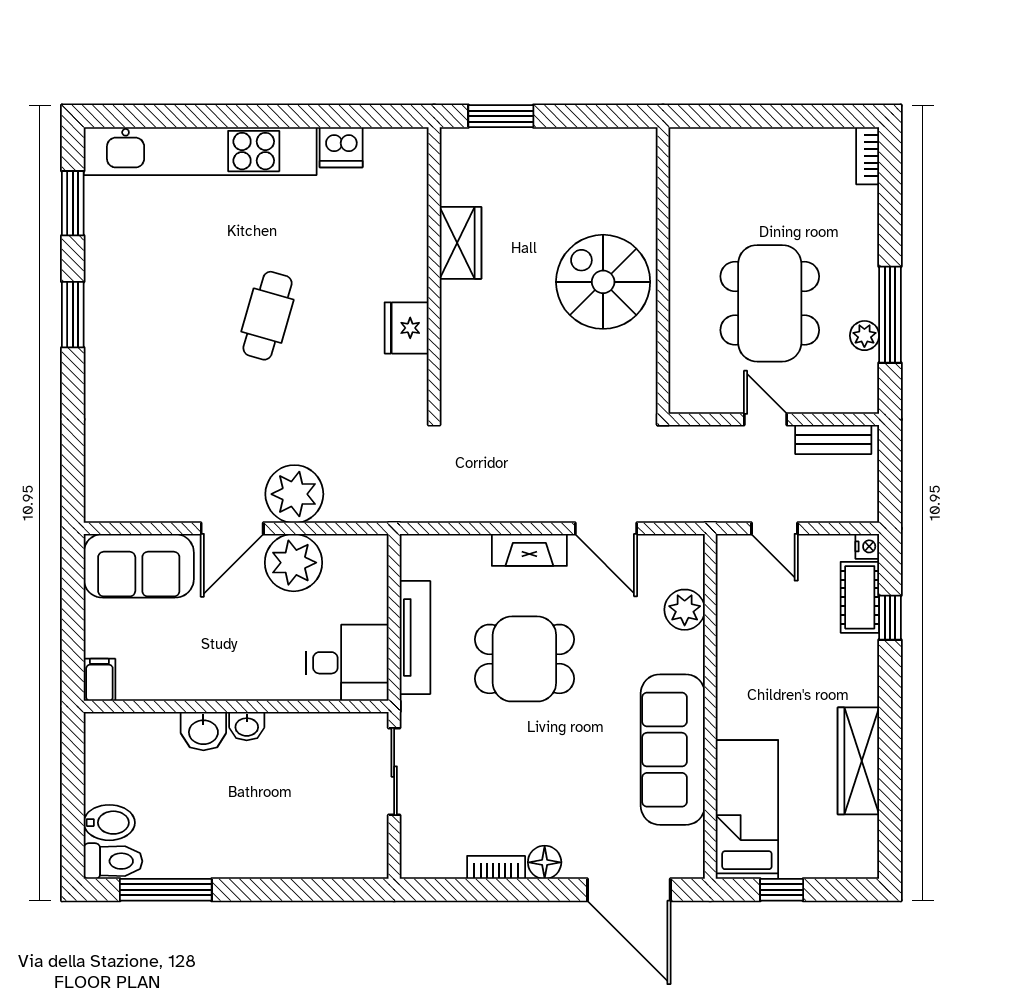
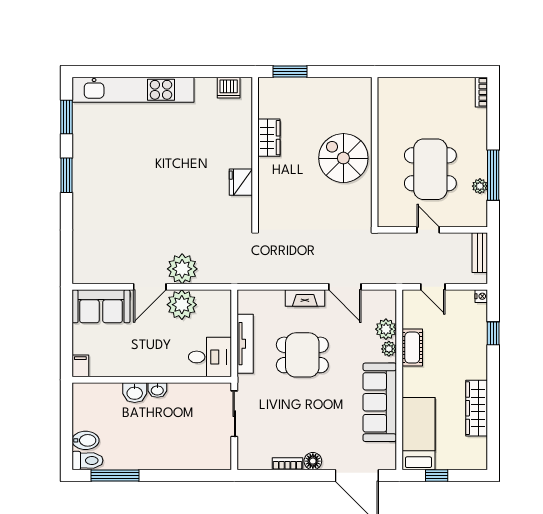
dishwasher: (341, 147) -> (229, 88), moved
cafe table: (268, 316) -> (168, 176), removed
bench: (833, 439) -> (480, 253), moved, turned 90
cot: (860, 597) -> (412, 348), moved
plant: (690, 647) -> (389, 349), added

